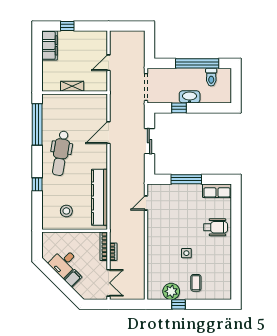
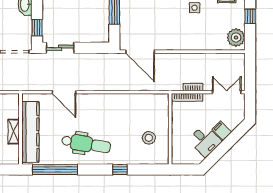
window: (179, 108) -> (37, 28), moved
sliding door: (149, 141) -> (60, 48), moved
kitchen counter: (99, 197) -> (30, 132), moved, turned -90
door: (146, 203) -> (140, 52), width x1.87
plant: (171, 291) -> (236, 38), moved

